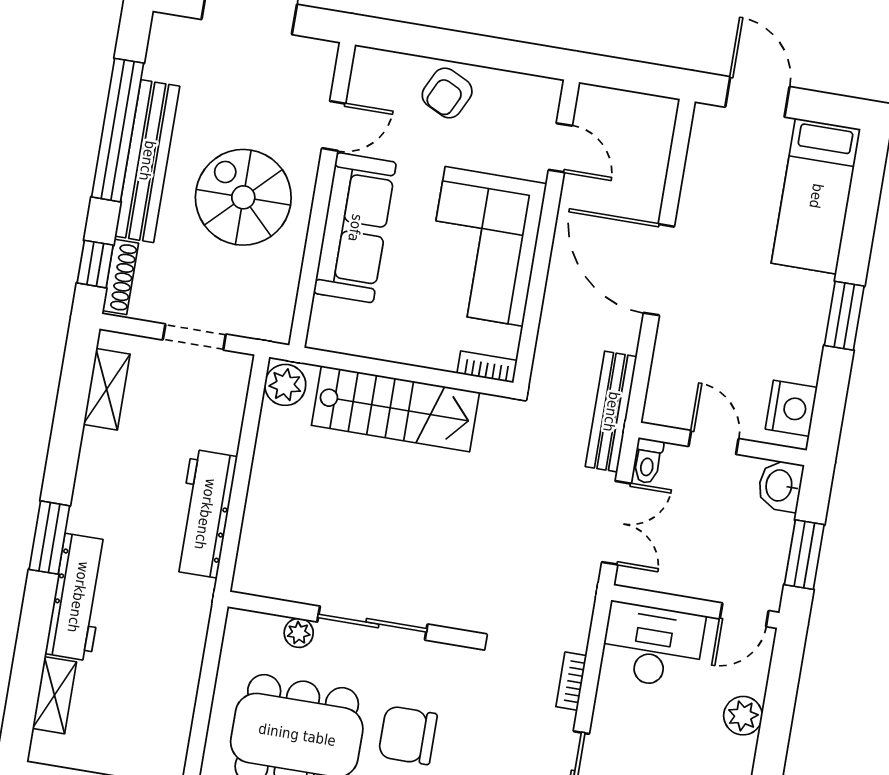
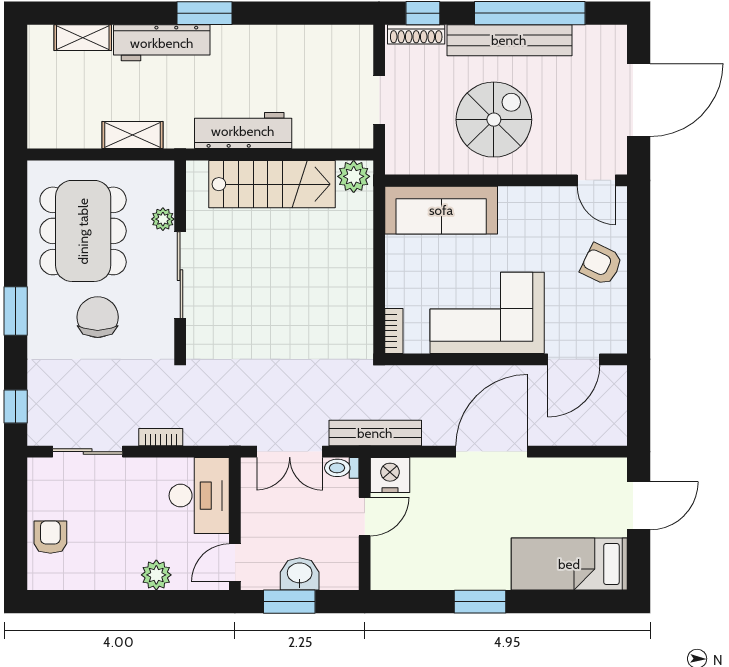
door: (334, 126) -> (596, 180), moved
door: (560, 148) -> (574, 359), width x1.38
sofa: (355, 228) -> (441, 210), moved
shelving: (107, 389) -> (132, 135), moved
nightstand: (791, 408) -> (390, 475), moved, turned 180
stairs: (395, 409) -> (272, 184), moved, turned -90
washbasin: (780, 486) -> (300, 574), moved
door: (744, 615) -> (235, 563), hinge flipped

